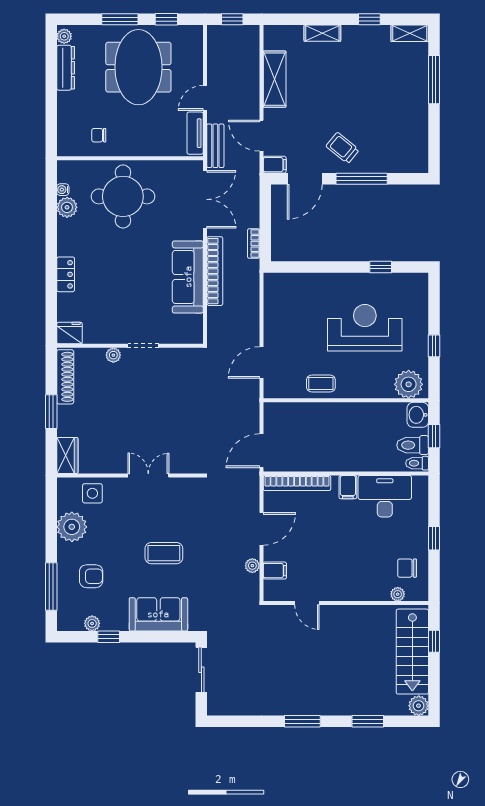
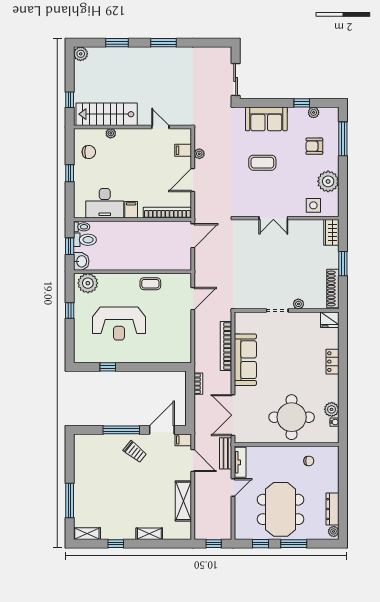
bookcase: (215, 271) -> (226, 346), moved
plant: (398, 594) -> (111, 133), moved
stairs: (412, 652) -> (107, 114), moved, turned -90

